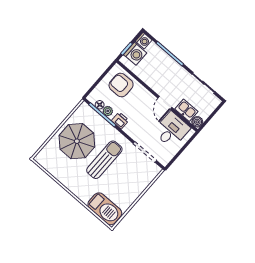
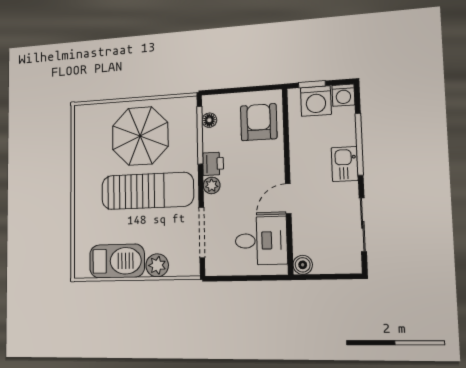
kitchen sink: (186, 110) -> (345, 164), moved, turned 180
plant: (108, 111) -> (212, 185), moved
sun lounger: (104, 160) -> (147, 191), width x1.36, depth x1.34
plant: (141, 184) -> (157, 265), added
barbecue: (105, 209) -> (117, 261), moved, turned -90

